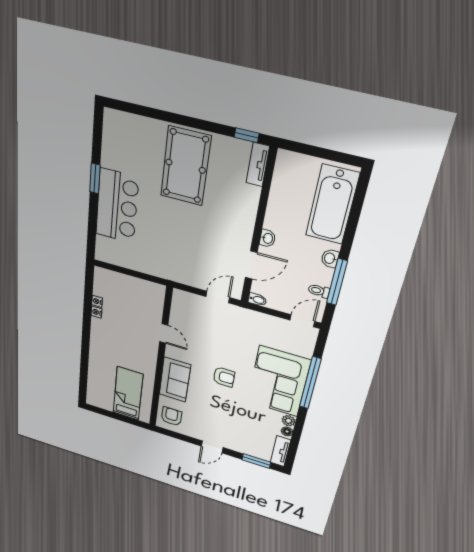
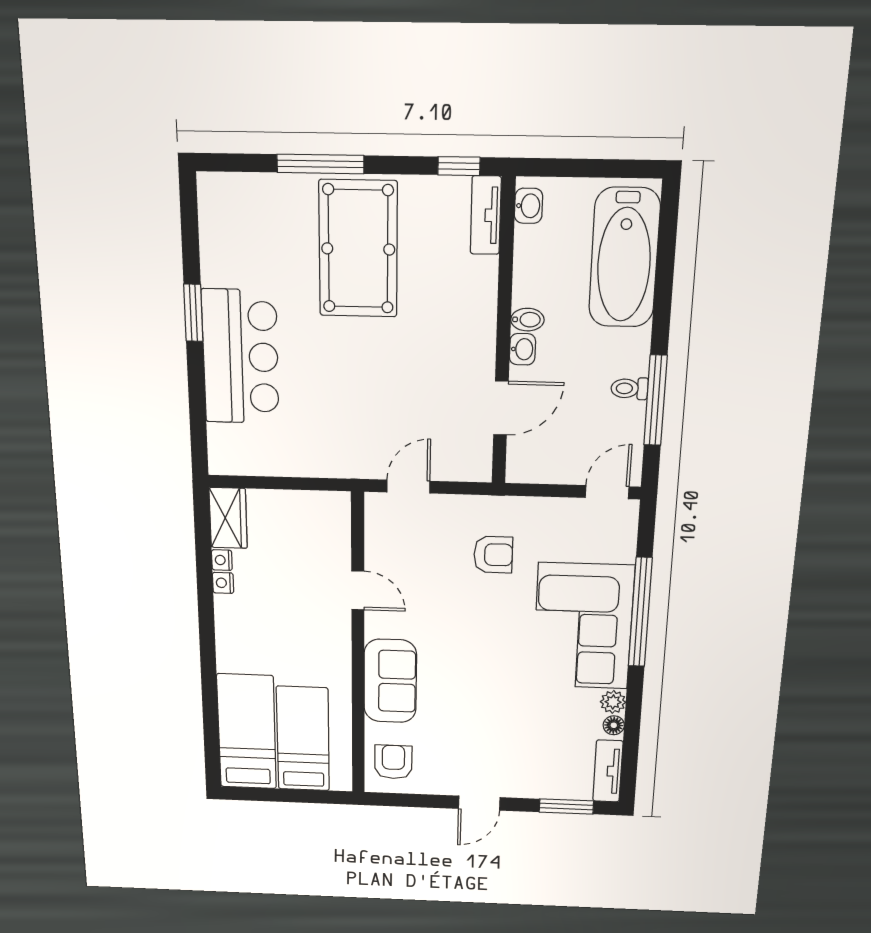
window: (171, 117) -> (320, 164), added
washbasin: (330, 258) -> (529, 206), moved, turned 180
wardrobe: (102, 282) -> (228, 518), added
toilet: (319, 291) -> (629, 388), moved
door: (218, 297) -> (408, 487), moved
bidet: (257, 300) -> (527, 320), moved
armchair: (224, 377) -> (493, 555), moved
bed: (101, 383) -> (247, 732), added

